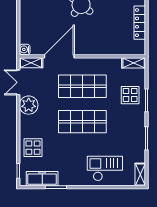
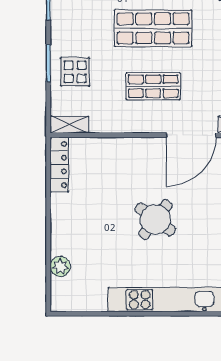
locker: (140, 23) -> (59, 165), moved
shop shelf: (82, 86) -> (153, 86), width x0.70, depth x0.74

